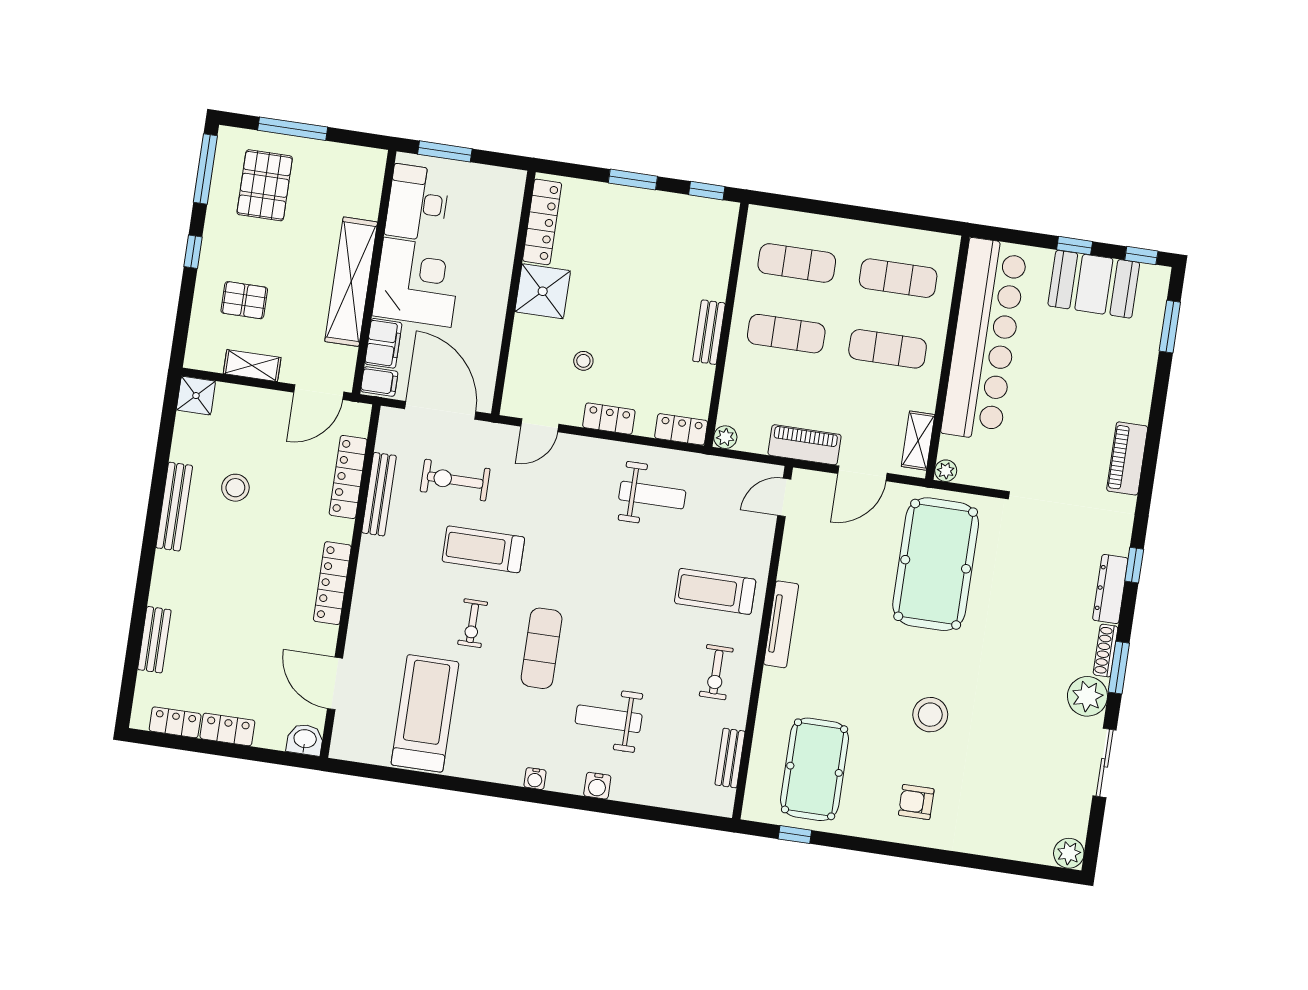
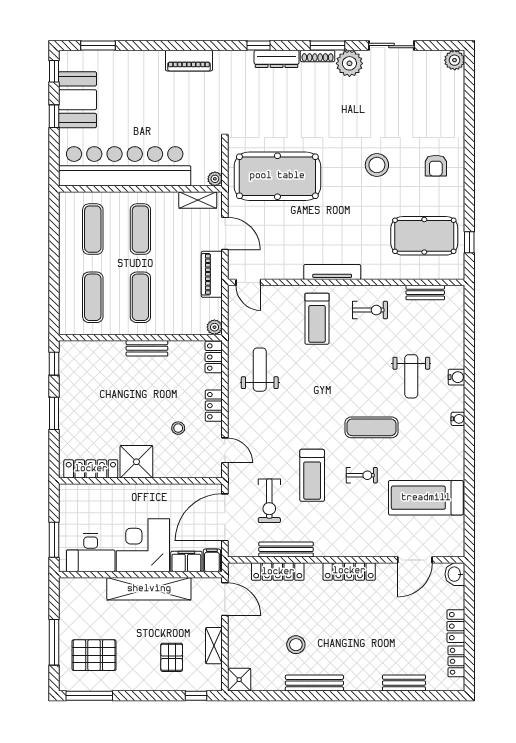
window: (193, 252) -> (196, 696), moved

